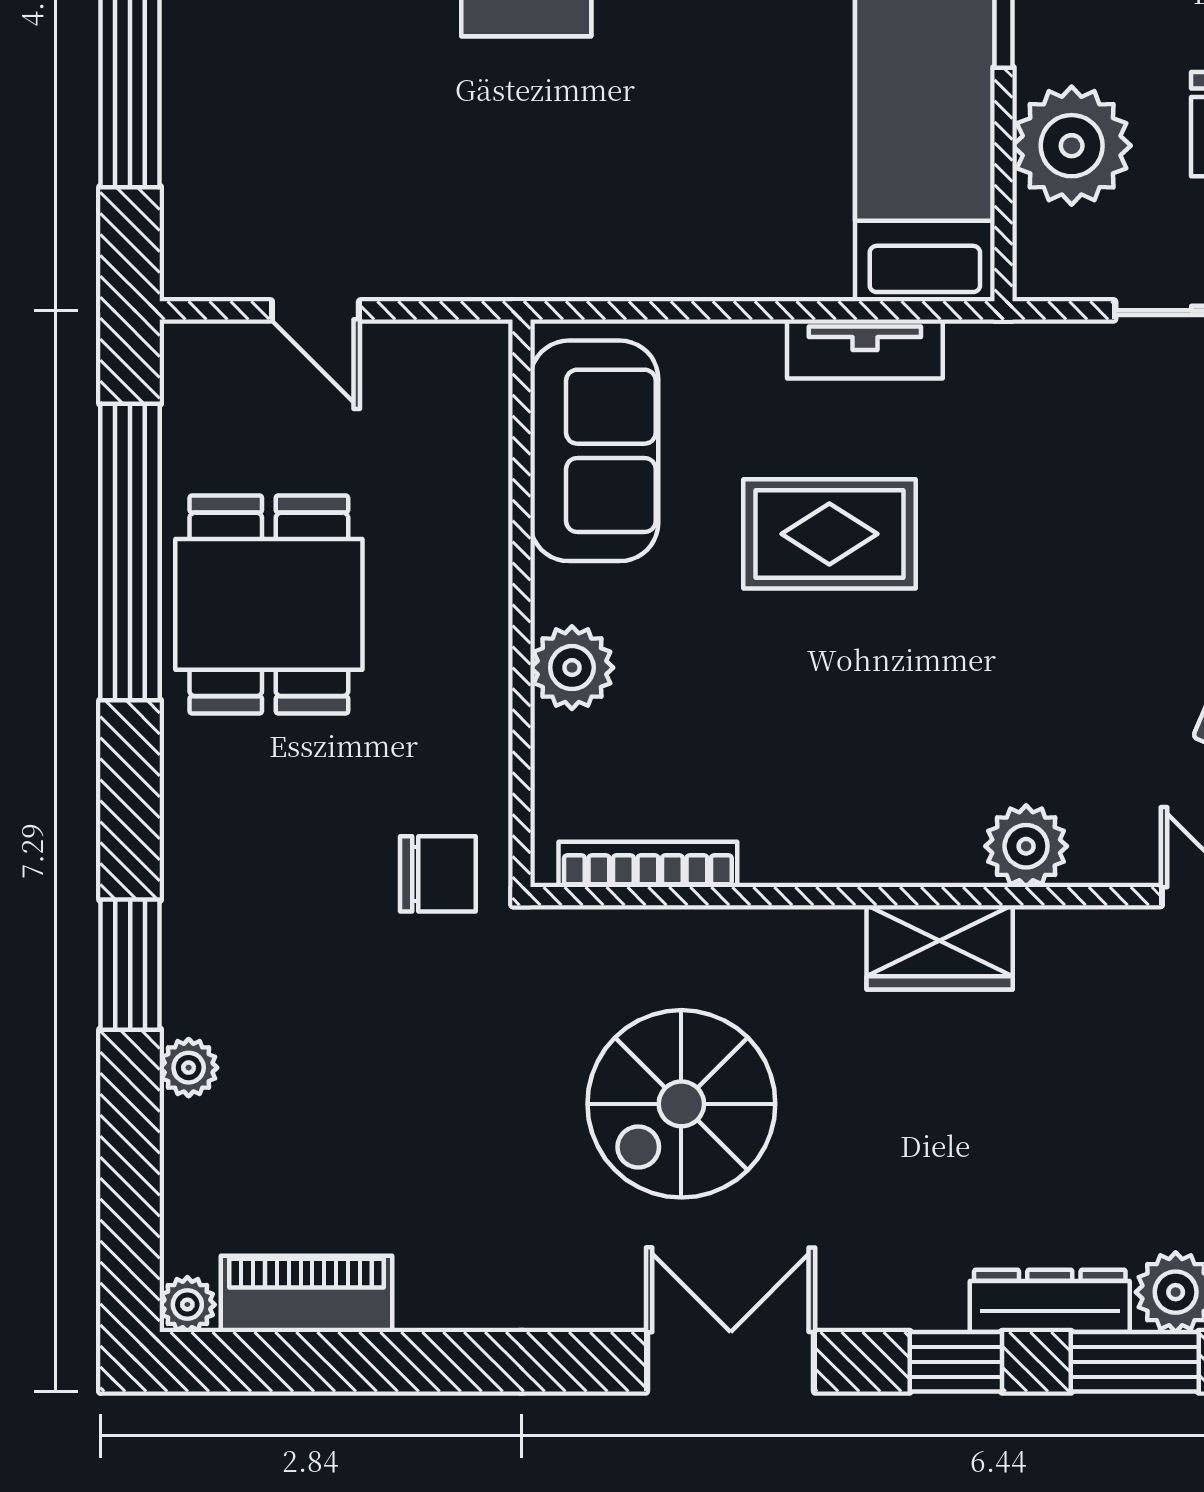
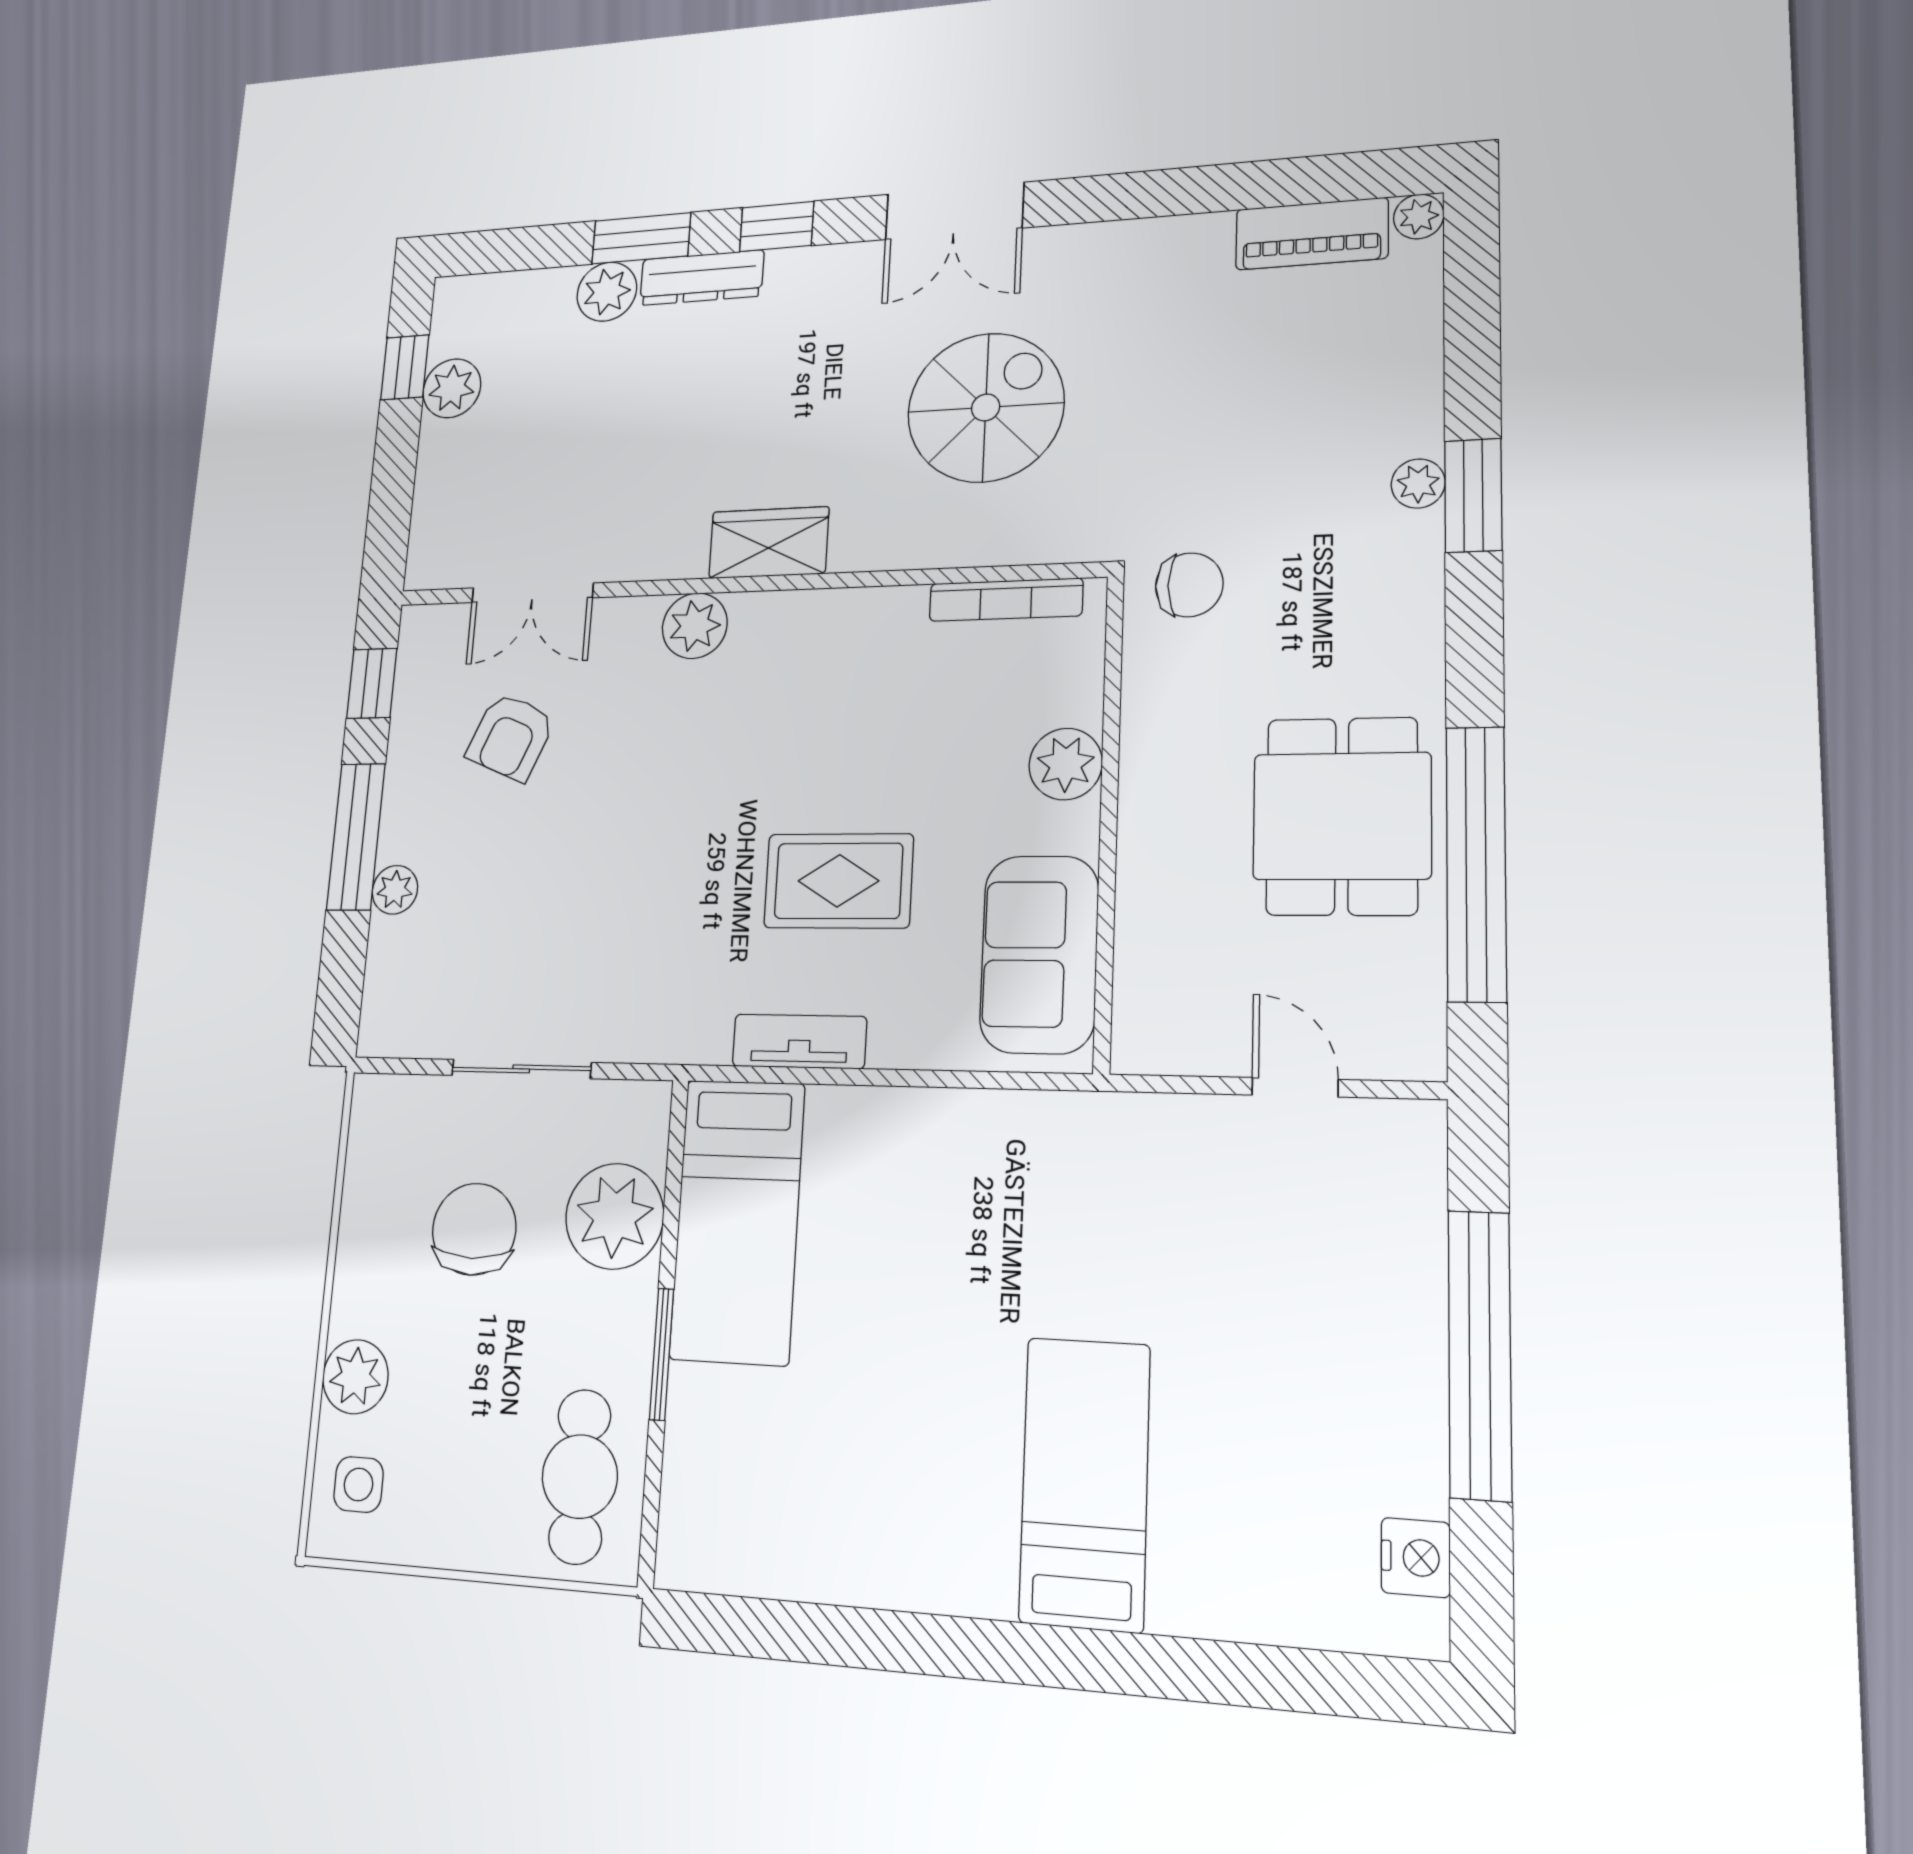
chair: (438, 874) -> (1189, 585), turned 180
plant: (189, 1068) -> (1418, 484), moved

